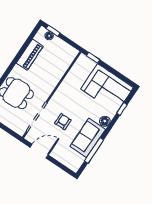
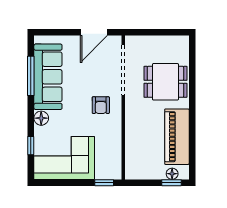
piano: (30, 55) -> (177, 137), width x1.37, depth x1.33
armchair: (63, 122) -> (101, 105), moved
sofa: (88, 138) -> (48, 77), width x1.36

